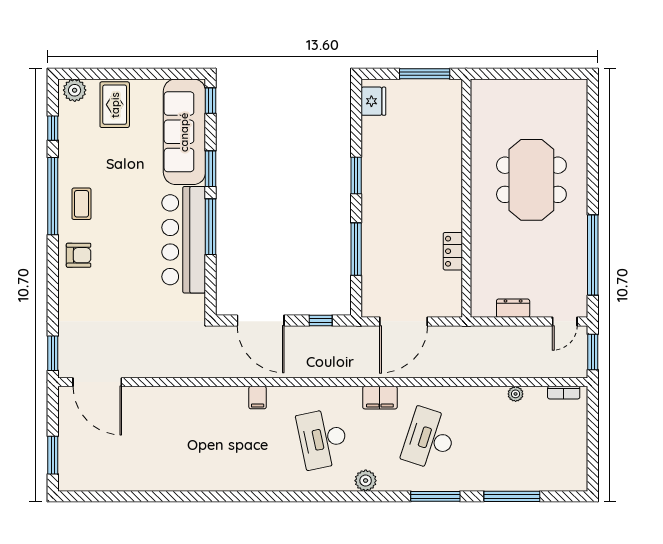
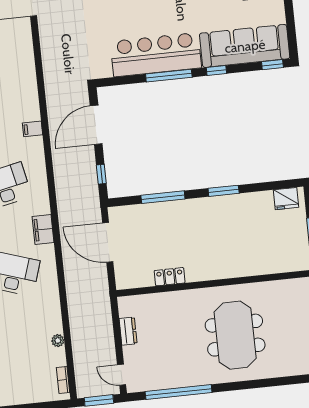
window: (211, 169) -> (216, 71), width x0.67
meeting table: (531, 180) -> (235, 335), turned 90

